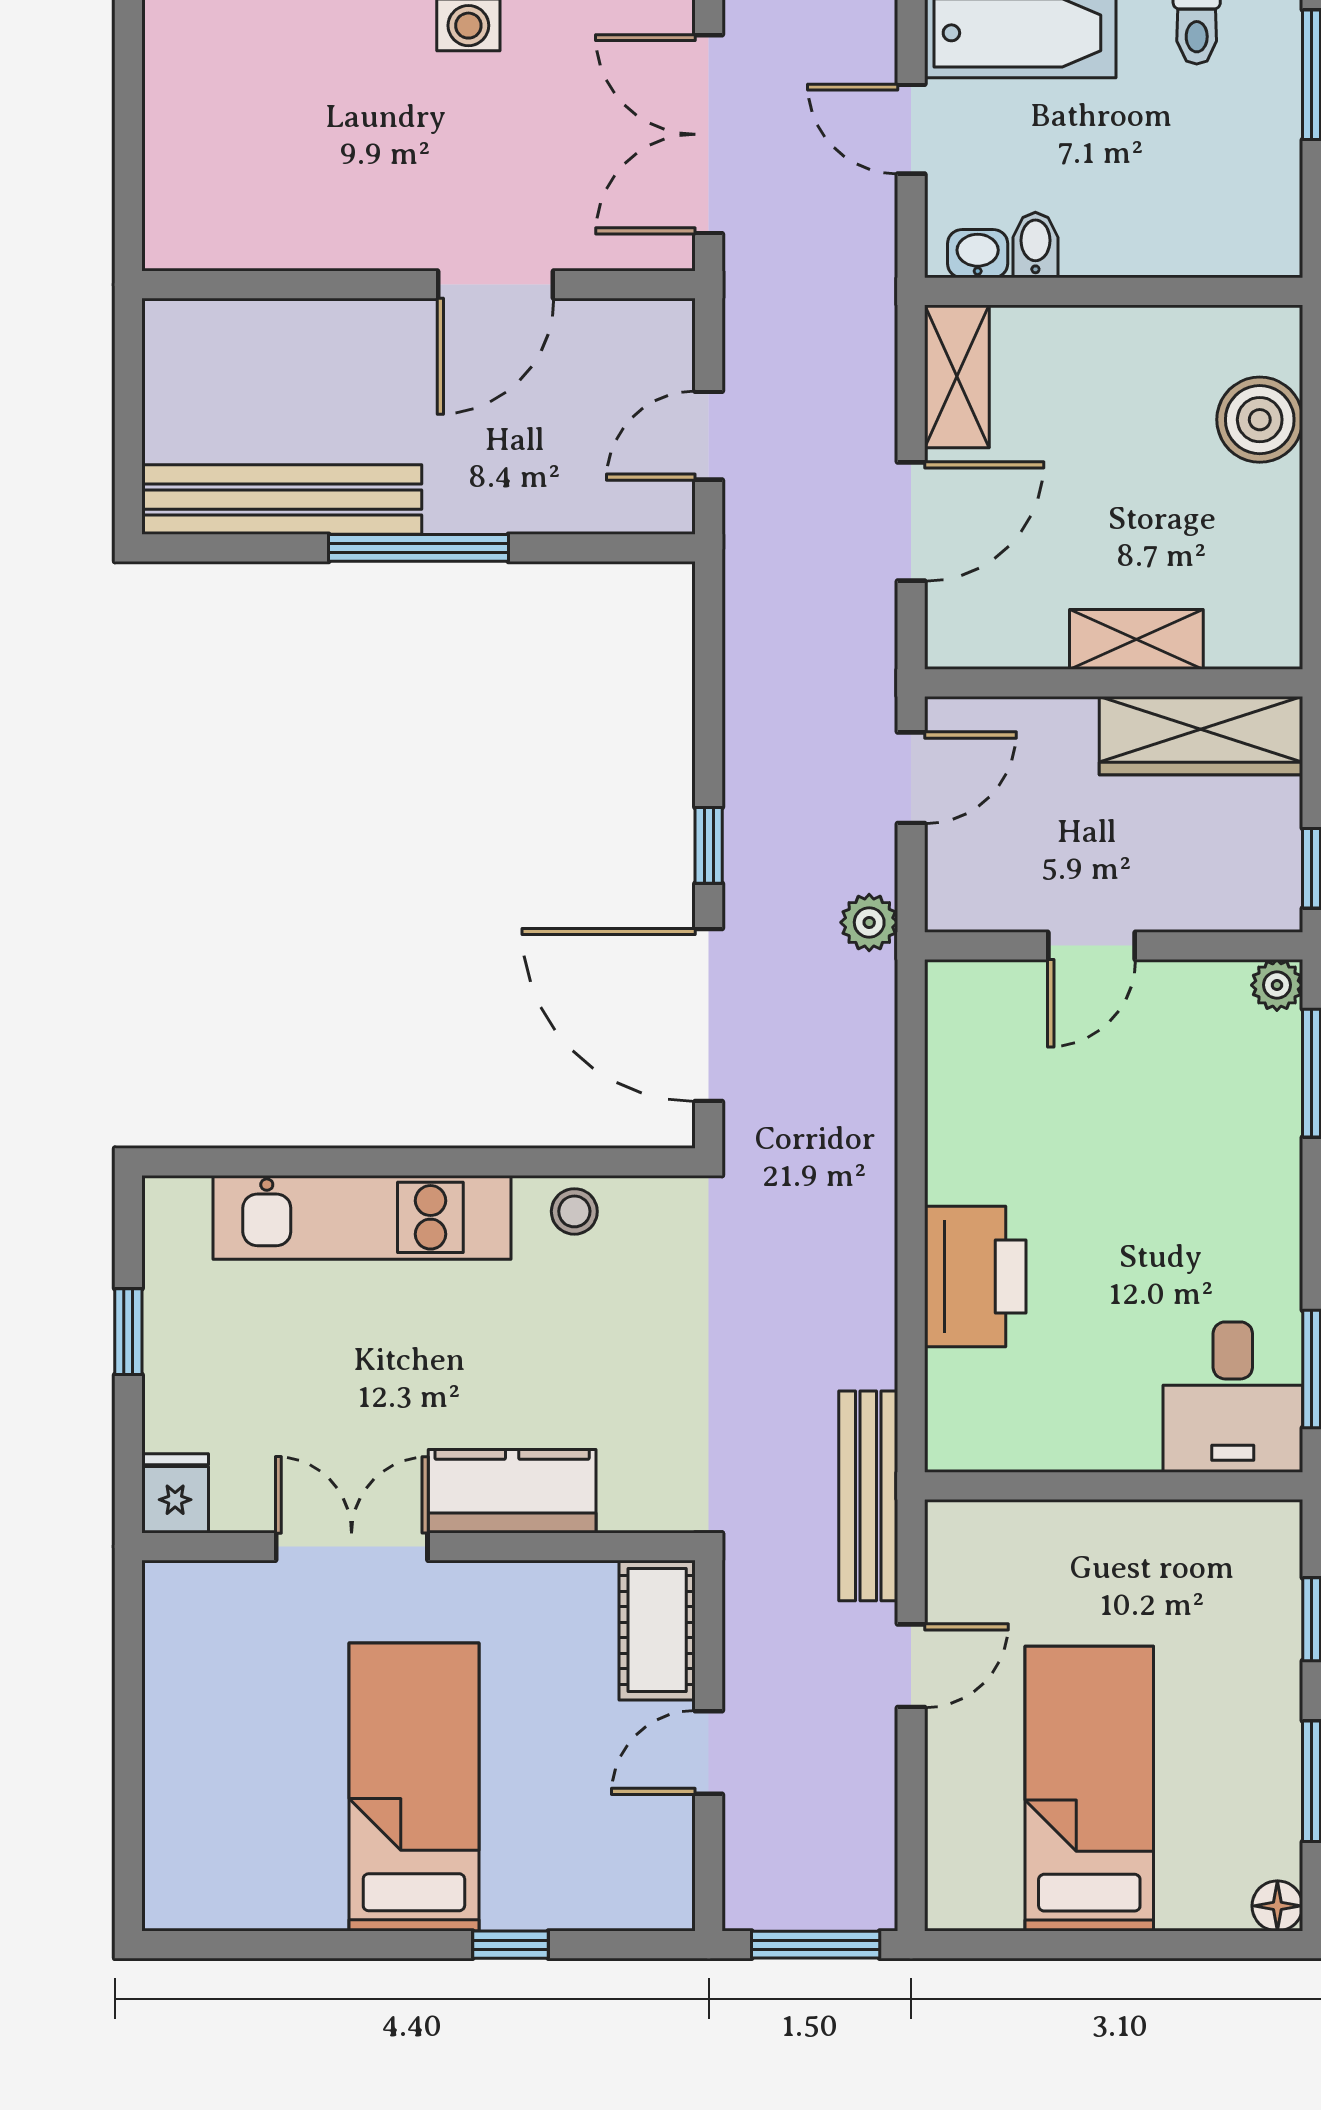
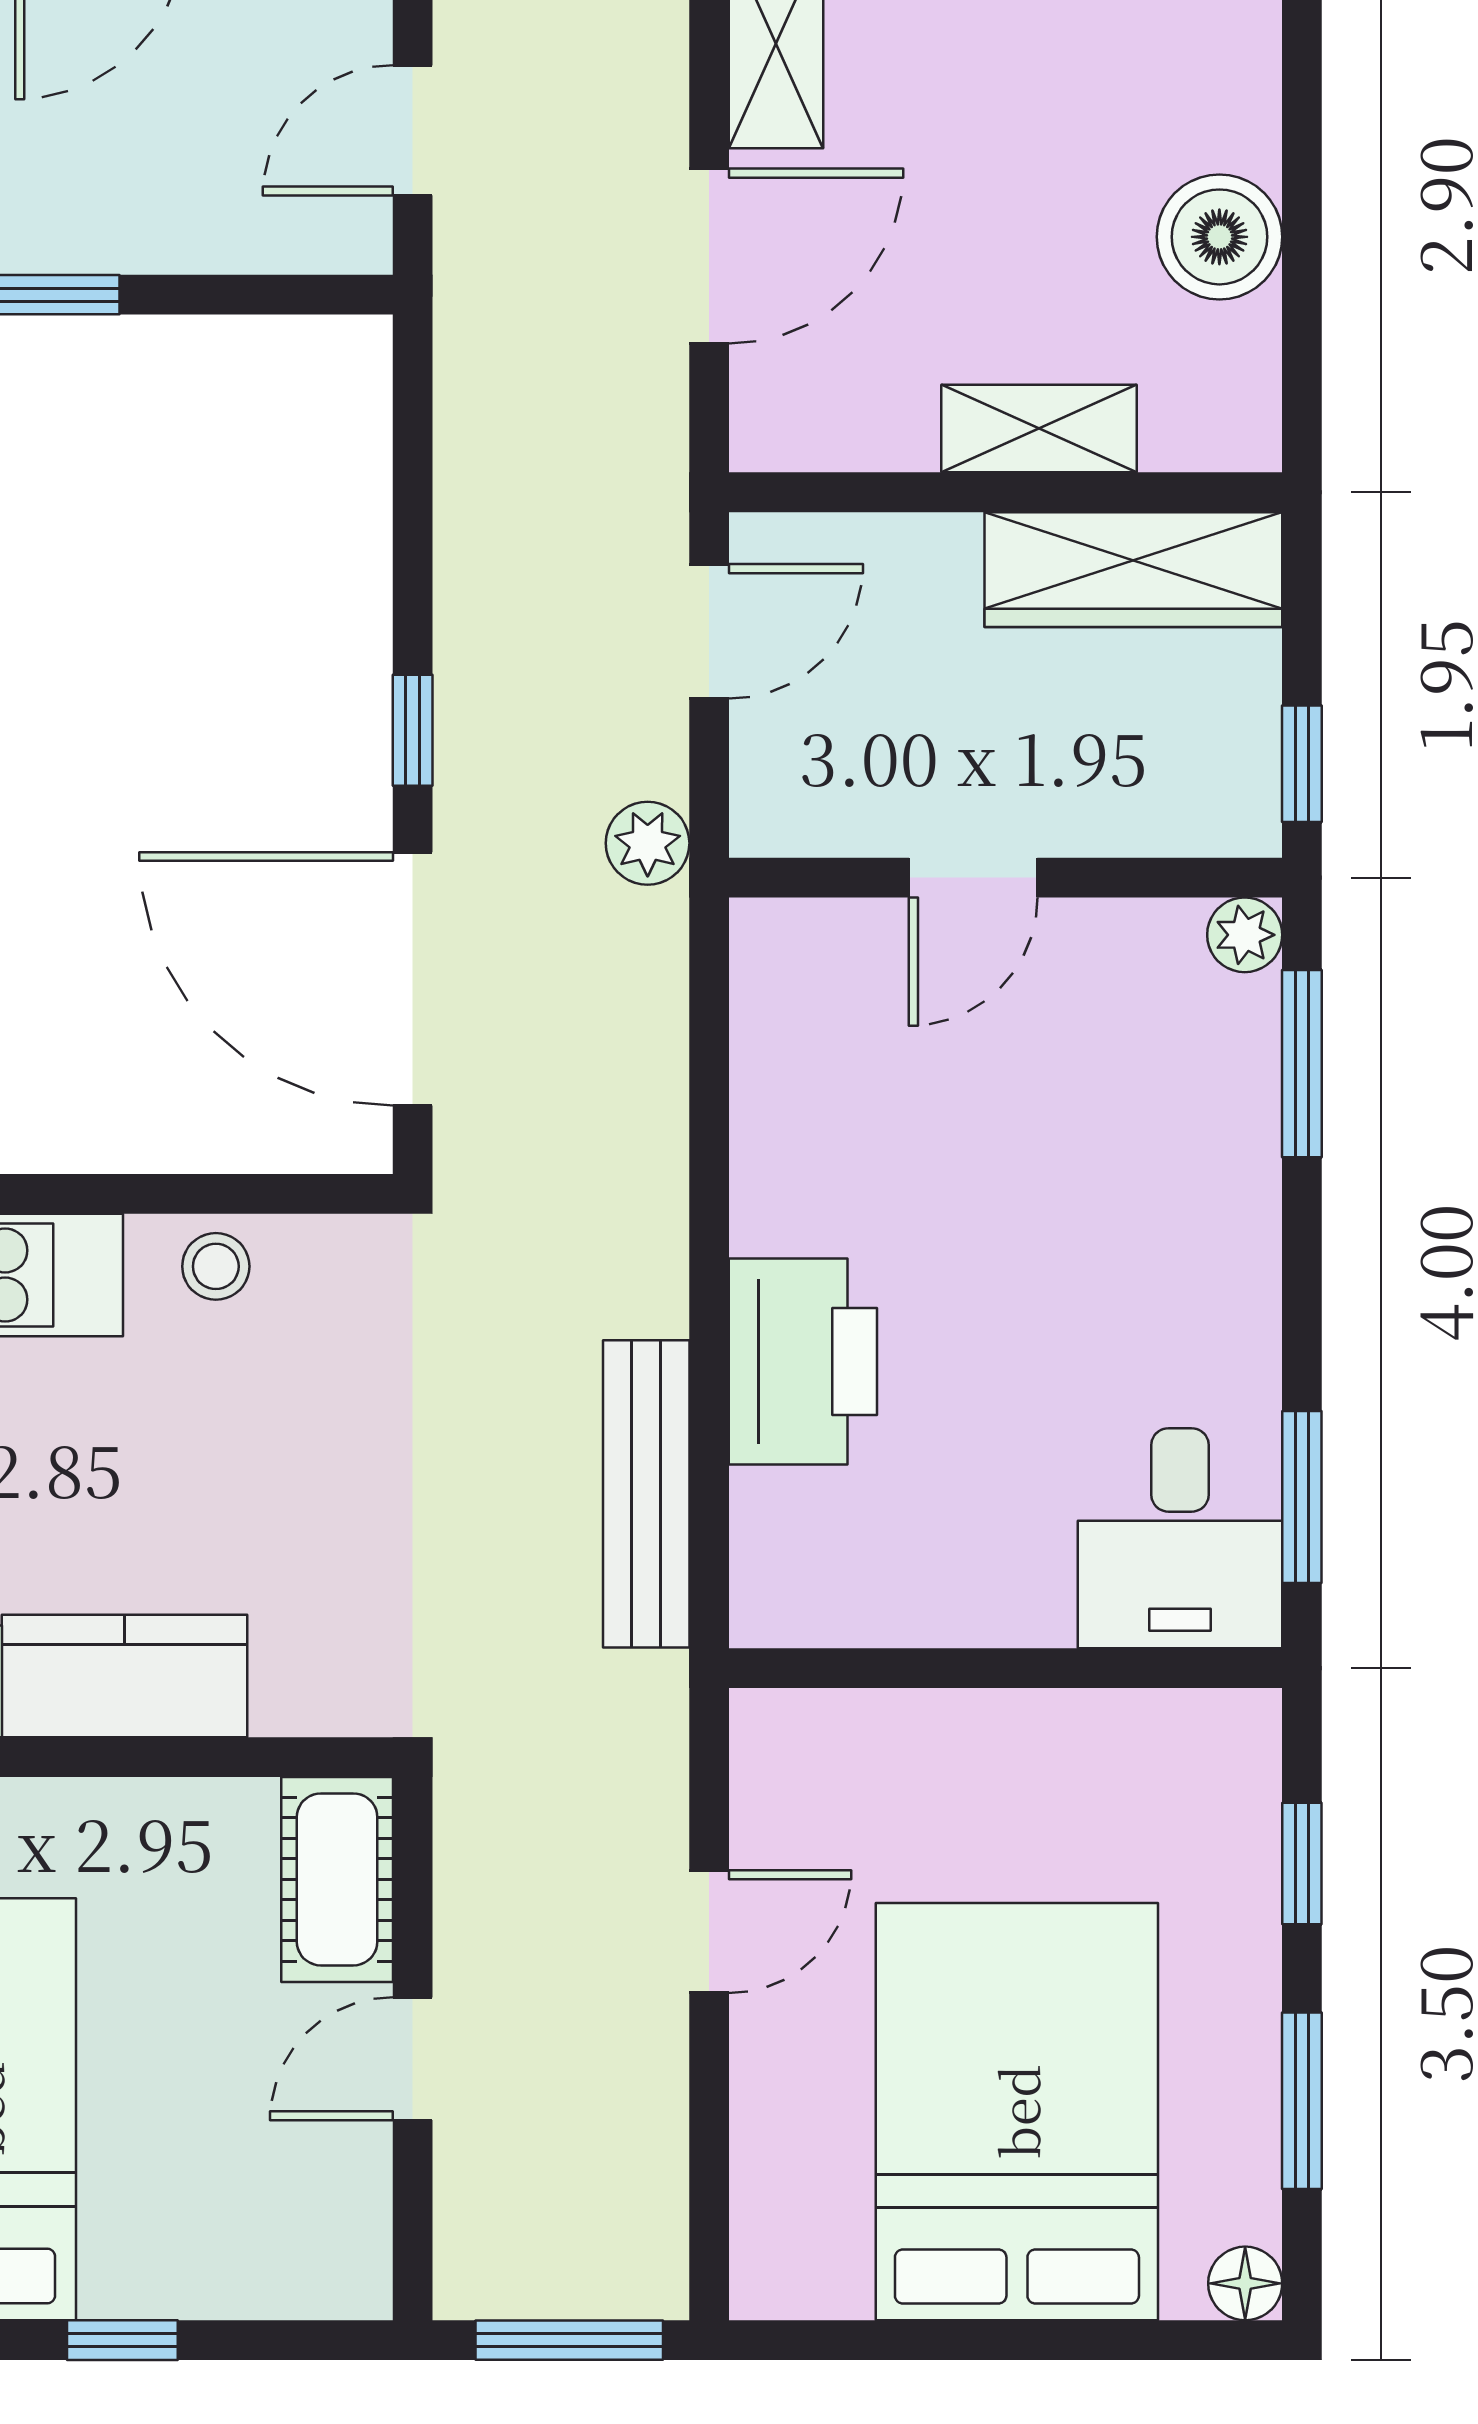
boiler: (1260, 420) -> (1219, 237), moved
bench: (868, 1496) -> (646, 1494), moved
bed: (1089, 1789) -> (1017, 2112), width x1.50

